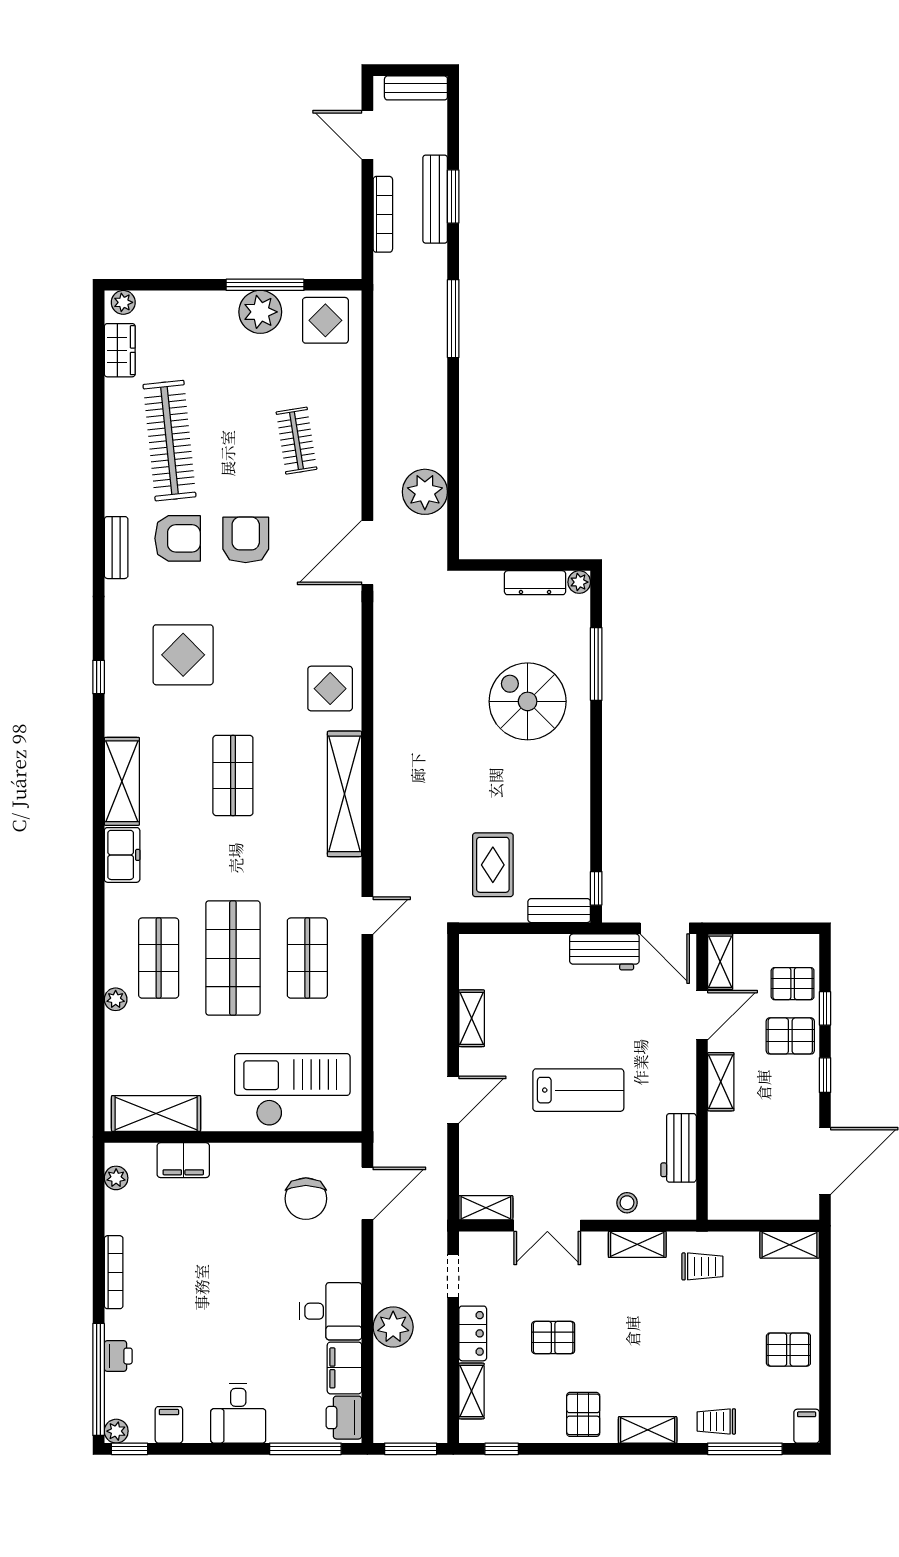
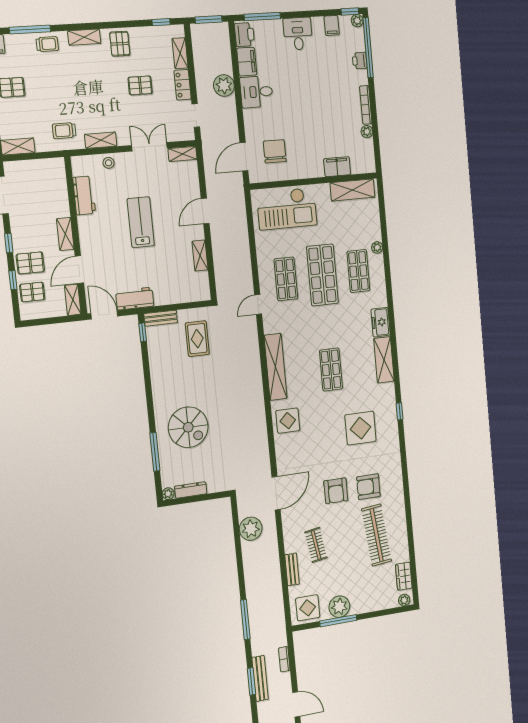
bookcase: (383, 214) -> (284, 659), width x0.64
bench: (116, 548) -> (292, 569), moved
lab bench: (578, 1090) -> (141, 222), turned 90
plant: (116, 1178) -> (367, 132), moved

